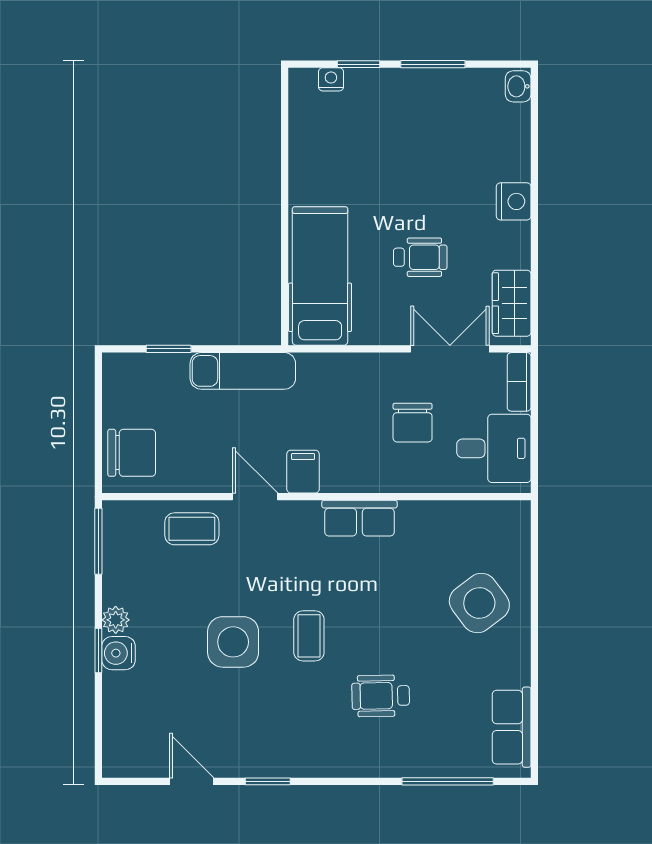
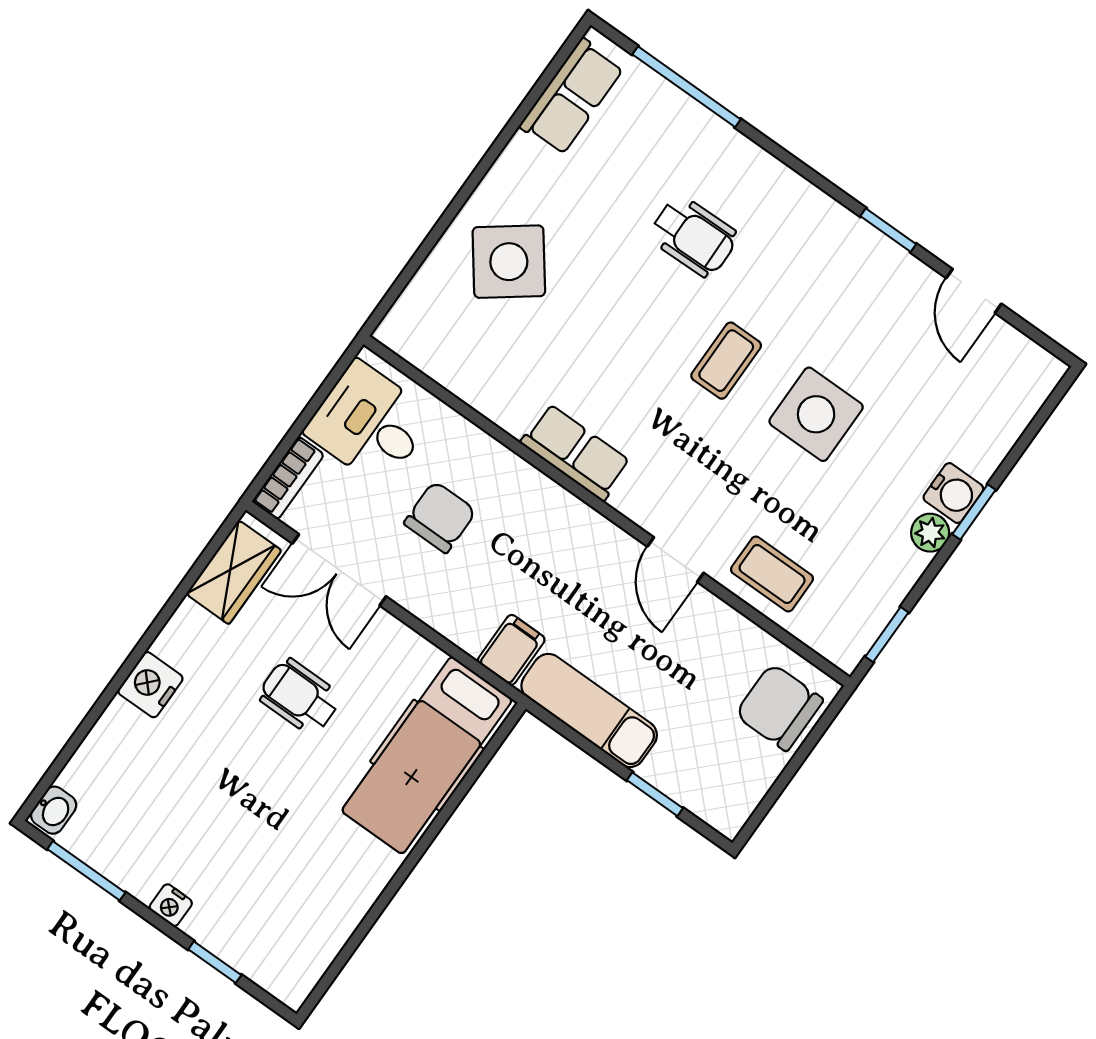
window: (433, 64) -> (86, 871), moved
nightstand: (331, 79) -> (171, 905), moved
filing cabinet: (303, 472) -> (511, 650), moved, turned 180
window: (98, 541) -> (887, 635), width x0.67

